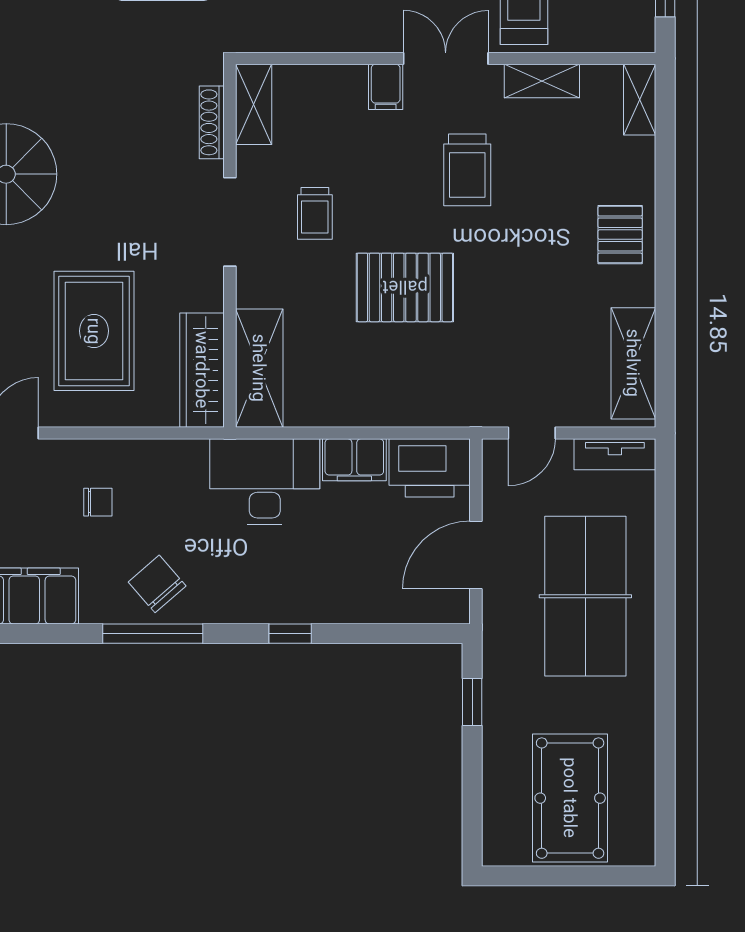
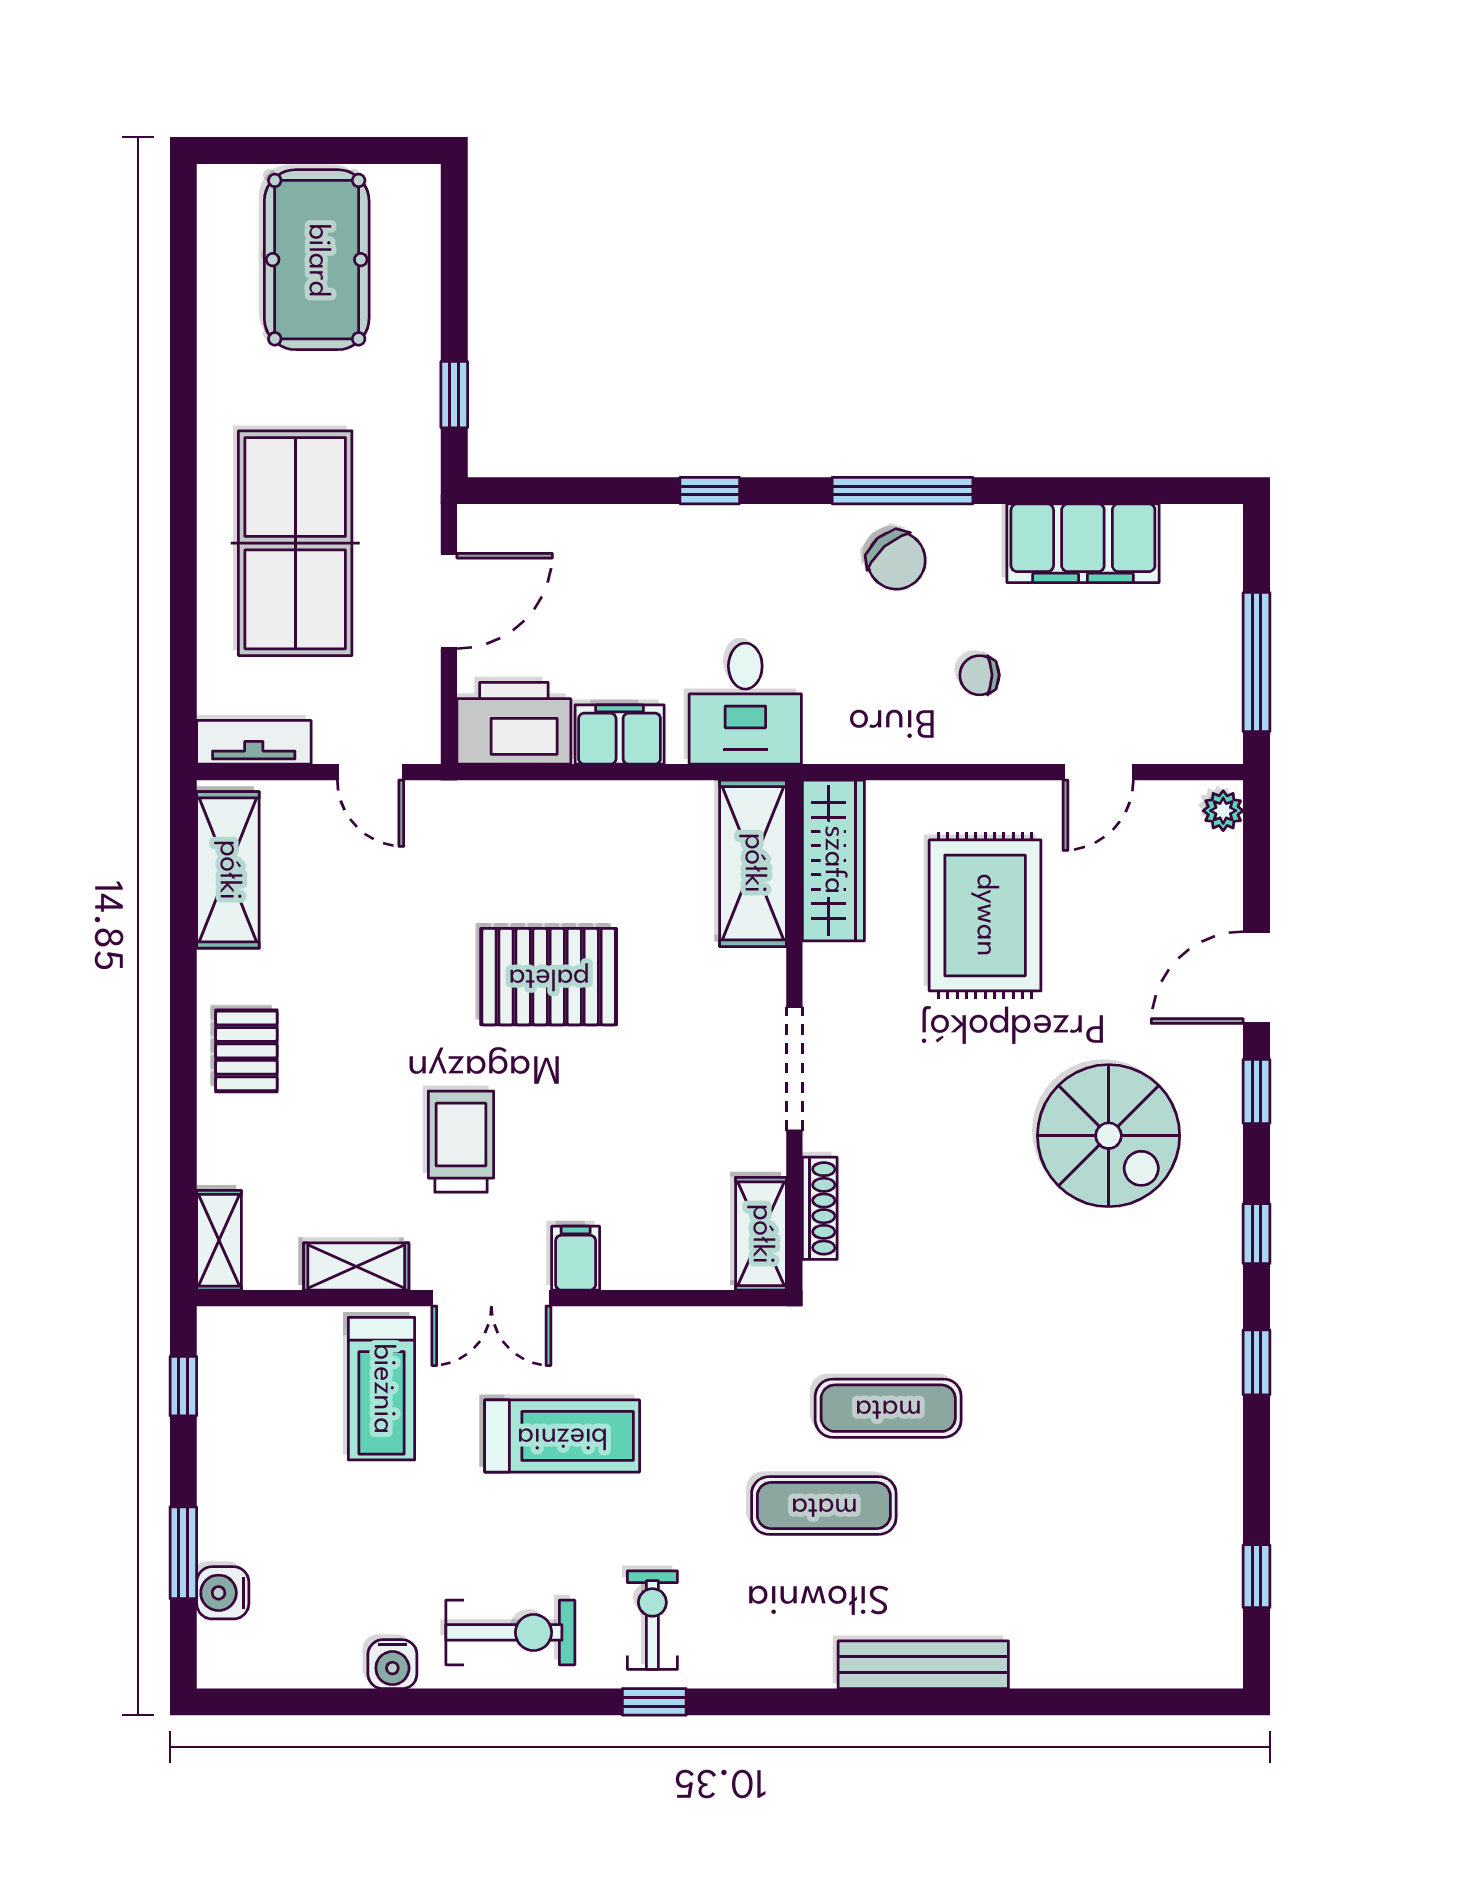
trolley: (315, 213) -> (675, 1081), removed
door: (532, 433) -> (371, 772), swing flipped
desk: (265, 482) -> (745, 704), width x0.73

